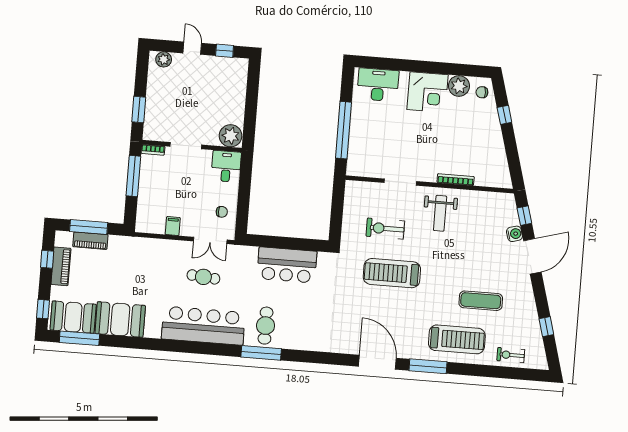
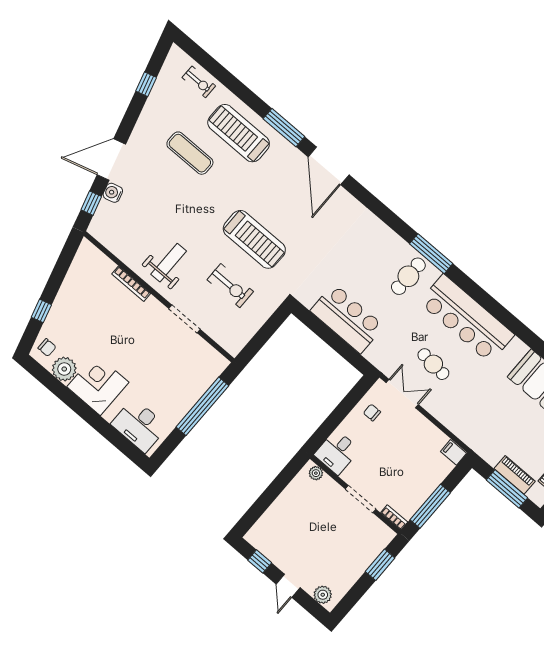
plant: (231, 136) -> (316, 473), width x0.53, depth x0.53
filing cabinet: (173, 226) -> (454, 452), moved, turned 90

